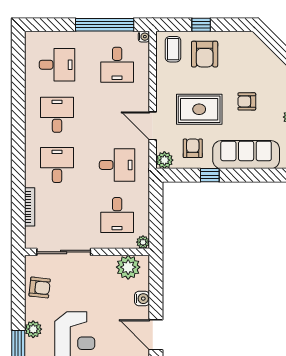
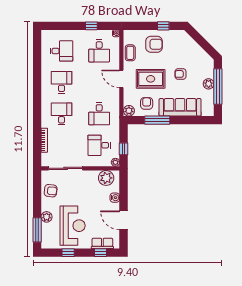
window: (105, 25) -> (91, 26), width x0.32
window: (201, 25) -> (163, 26), moved
coffee table: (173, 49) -> (130, 53), moved
armchair: (205, 54) -> (154, 44), turned -90
door: (153, 126) -> (121, 79), moved
desk: (117, 165) -> (99, 114), turned 90
window: (210, 175) -> (157, 120), width x2.17
desk: (117, 215) -> (99, 145), turned 90
window: (156, 221) -> (123, 149), added

